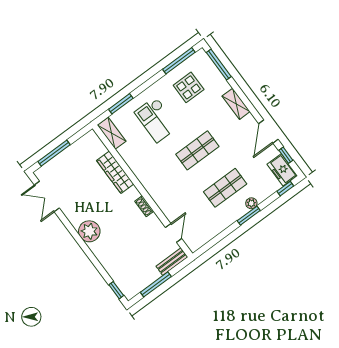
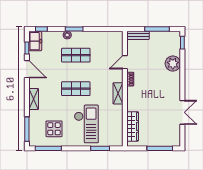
checkout: (156, 120) -> (86, 124), width x1.36, depth x1.21
door: (268, 132) -> (27, 69), hinge flipped
shelving: (112, 133) -> (118, 93), moved
wardrobe: (115, 172) -> (133, 126), moved
double door: (47, 197) -> (182, 112), moved
plant: (89, 231) -> (173, 64), moved
door: (174, 233) -> (125, 62), moved

